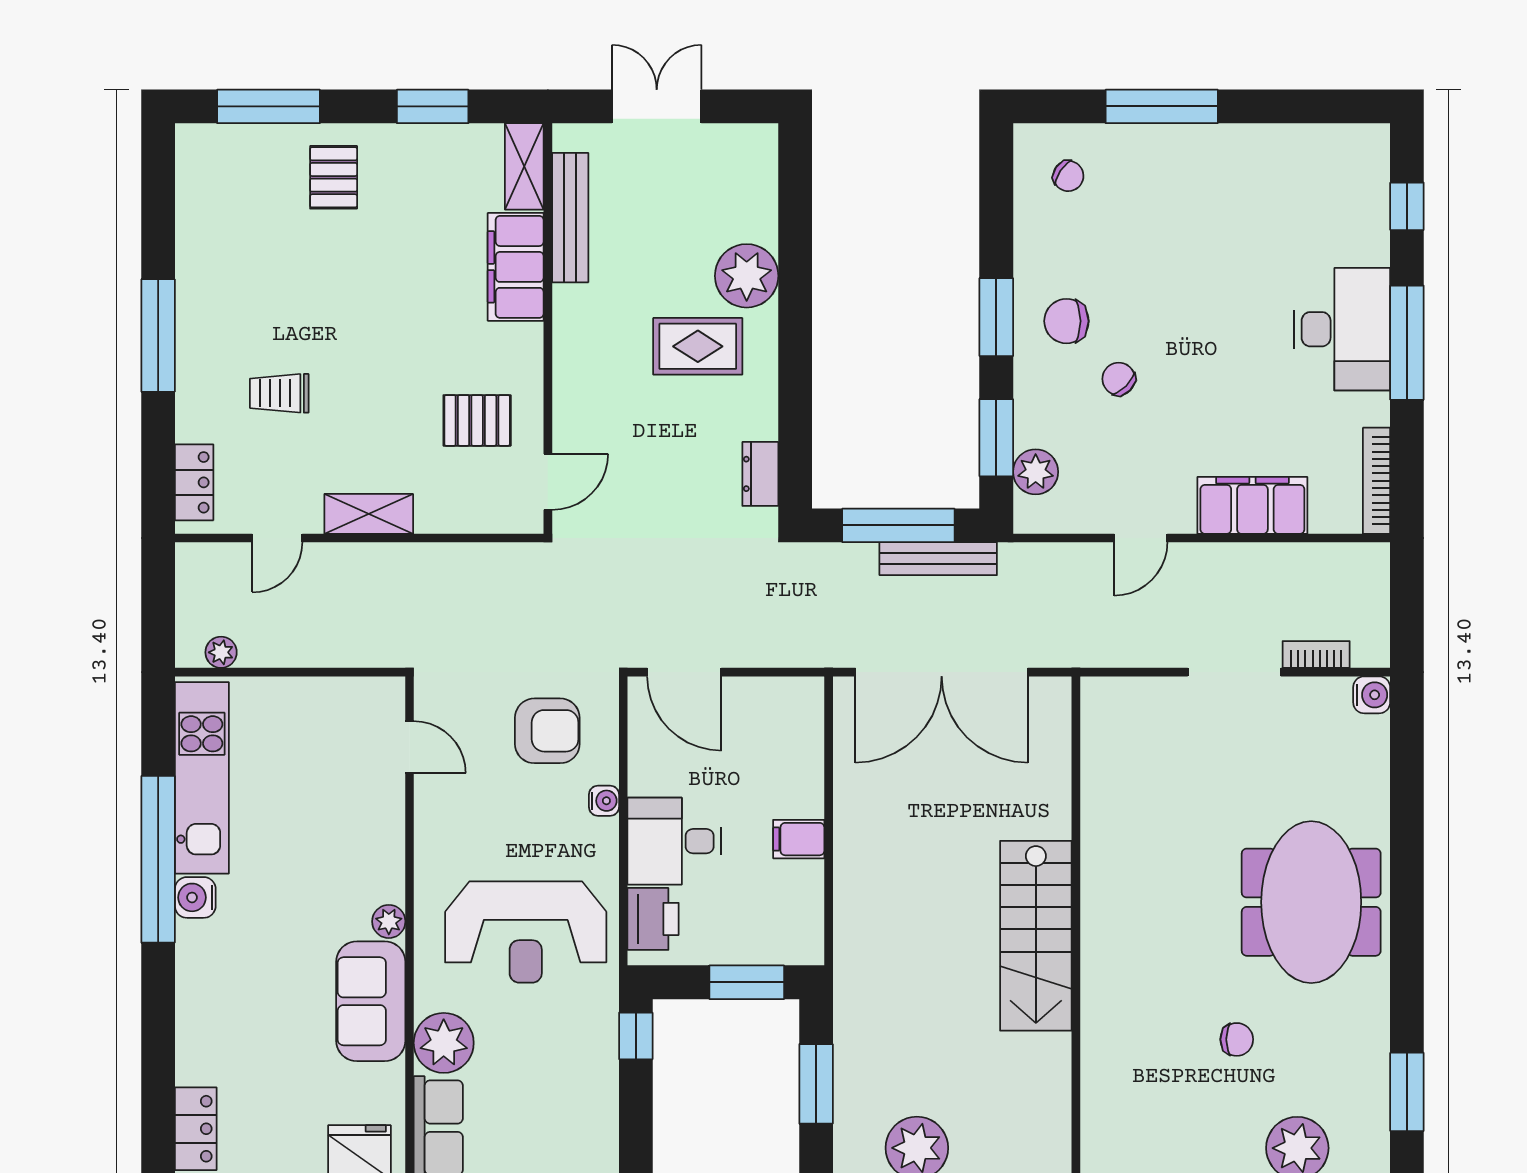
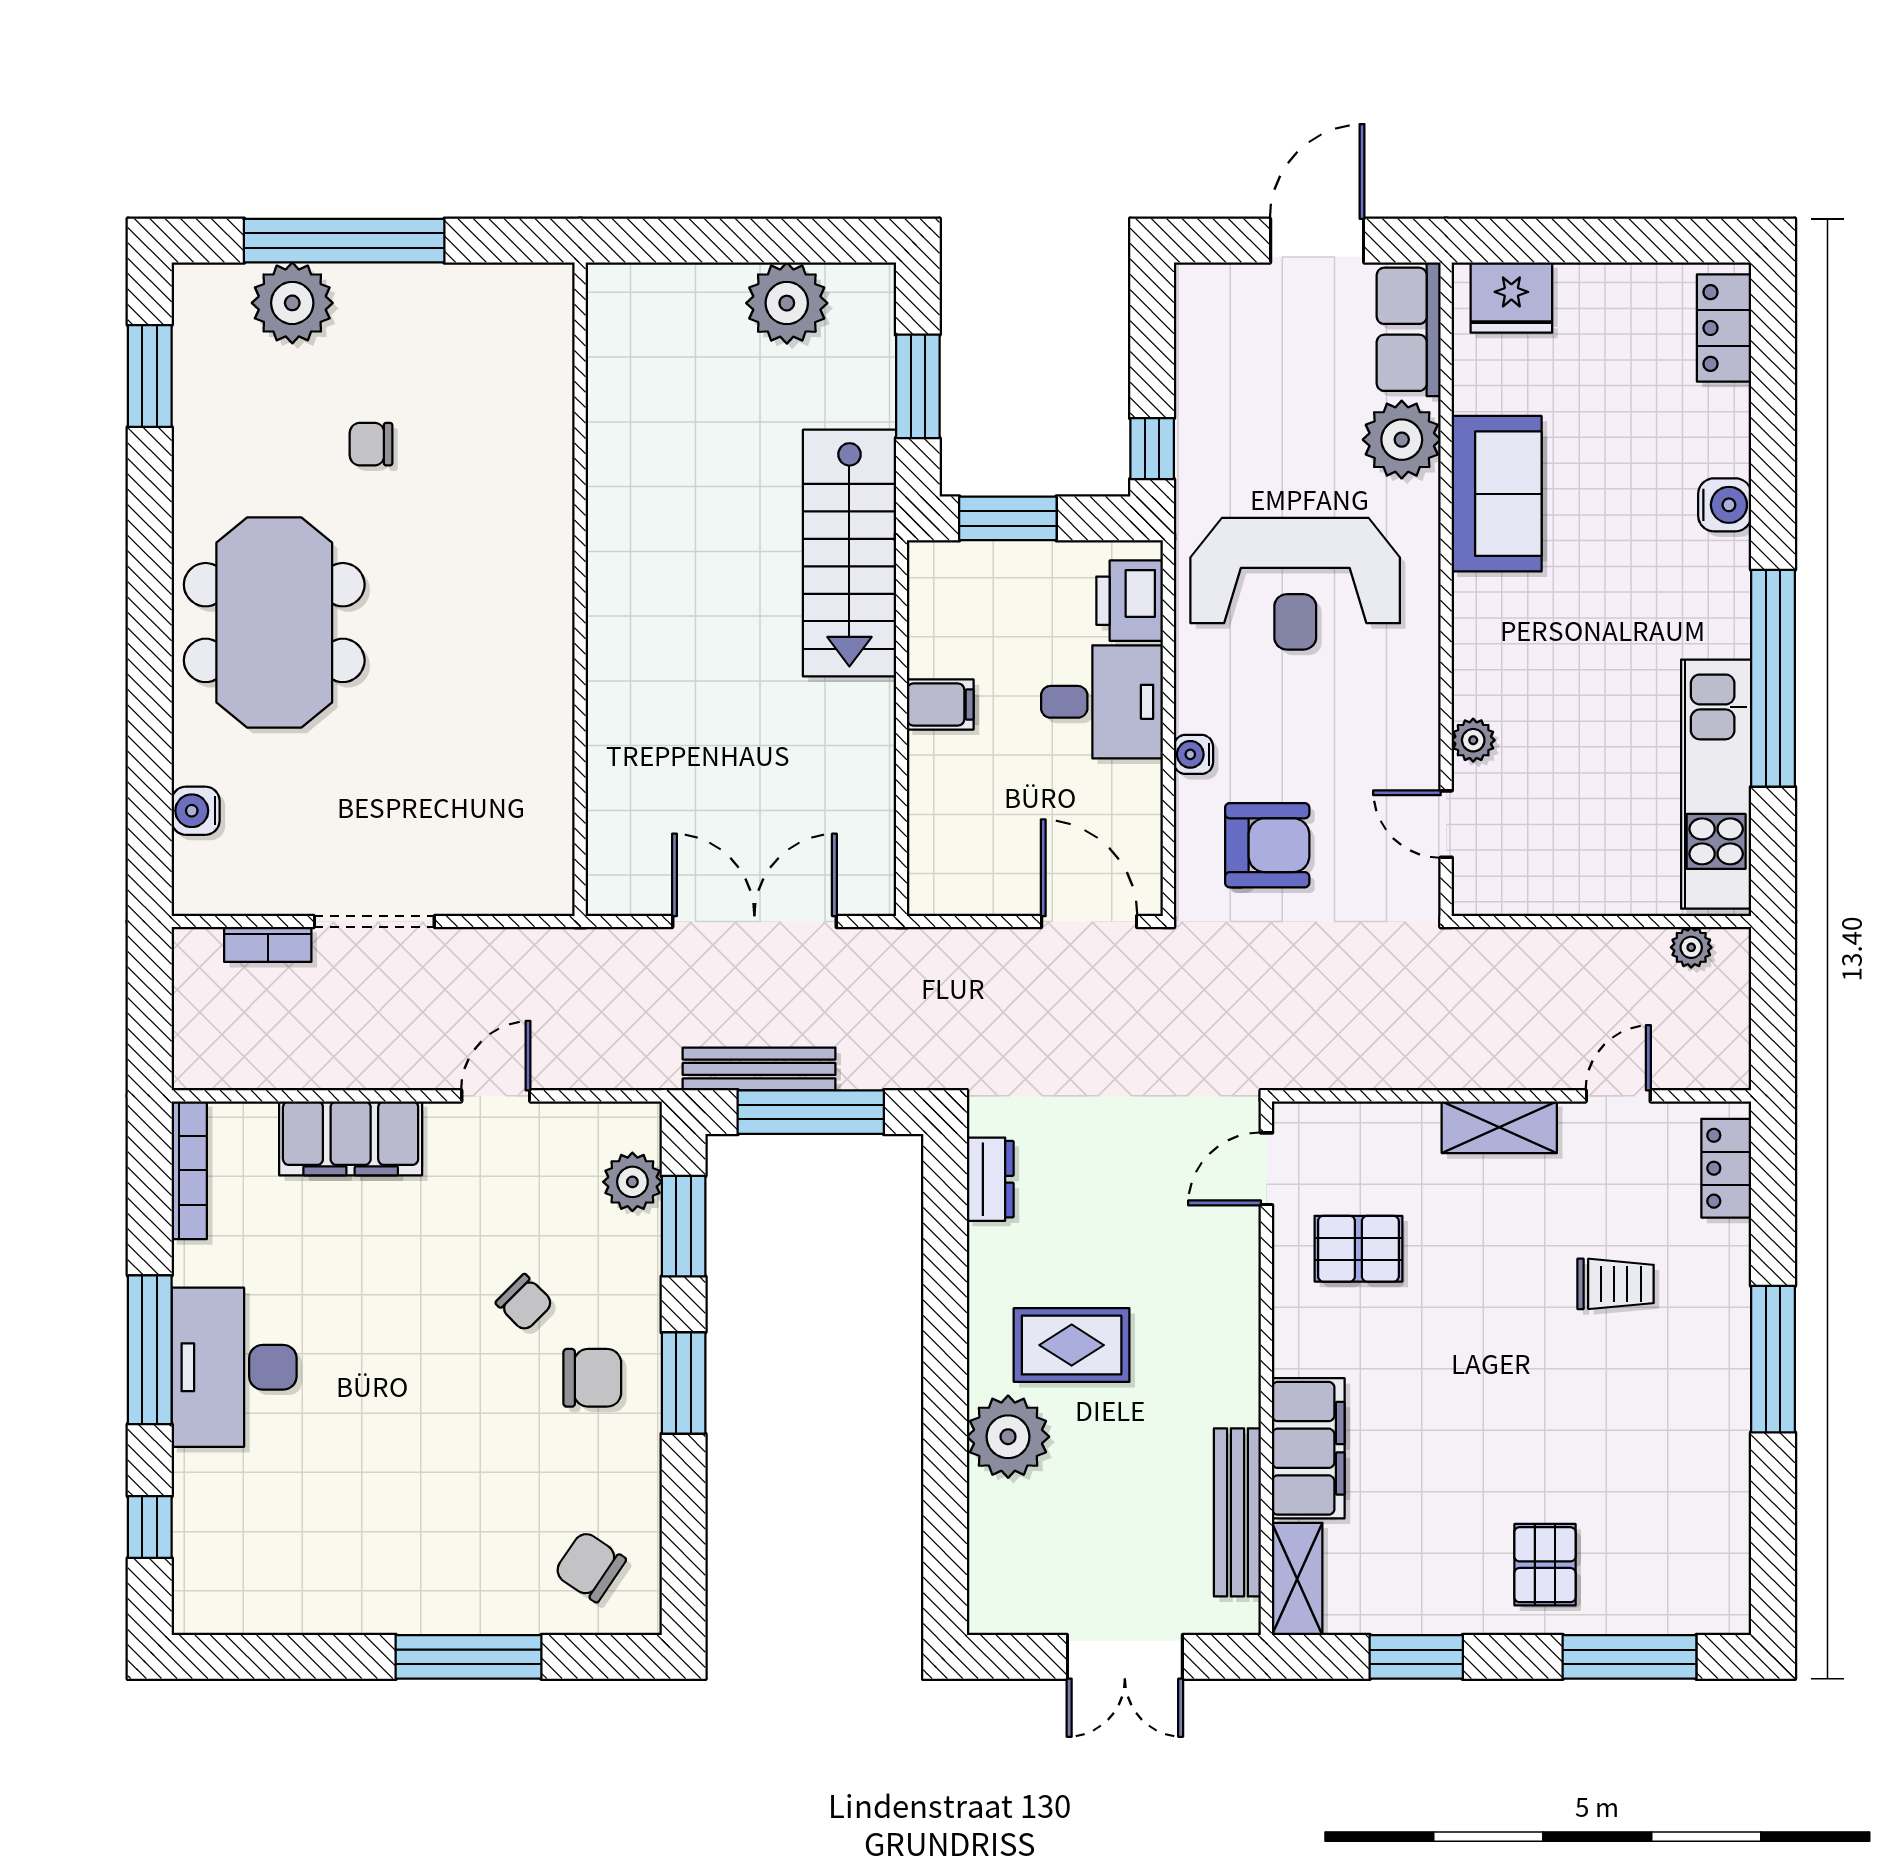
chair: (1068, 176) -> (590, 1566), width x1.37, depth x1.37
double door: (942, 672) -> (754, 921), width x0.73
water cooler: (1372, 695) -> (196, 811), moved
armchair: (547, 731) -> (1267, 845), turned 180
water cooler: (195, 897) -> (1725, 505), moved
plant: (389, 921) -> (1473, 740), moved
reception desk: (526, 932) -> (1295, 584), turned 180
stairs: (1036, 936) -> (849, 553), moved, turned 180

